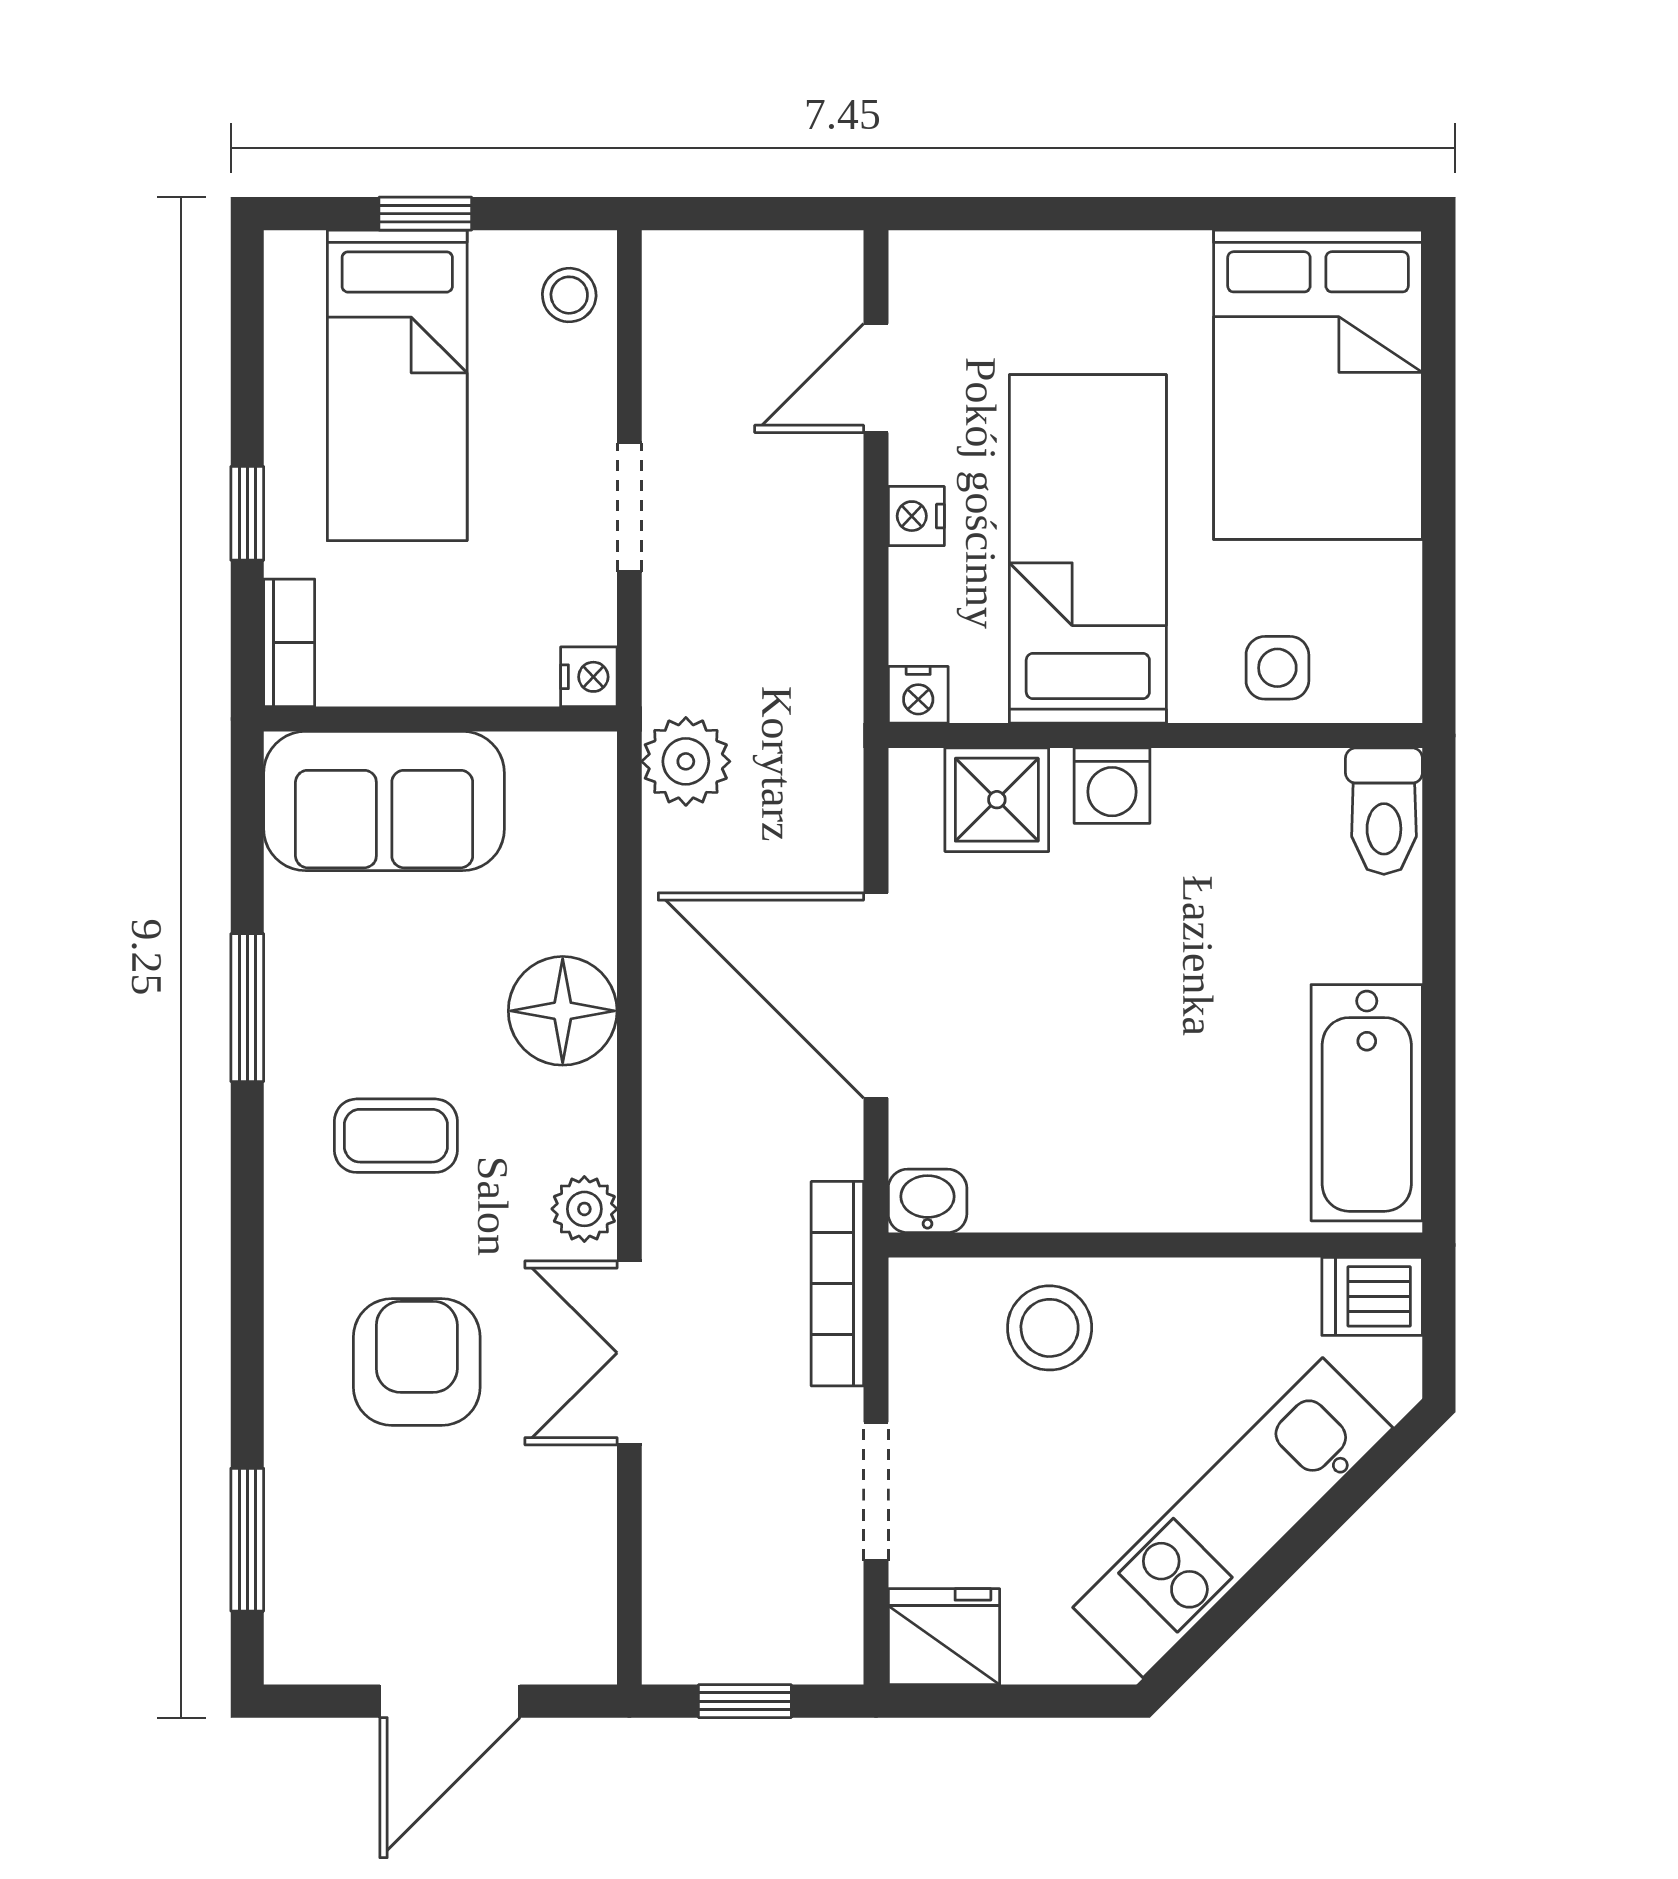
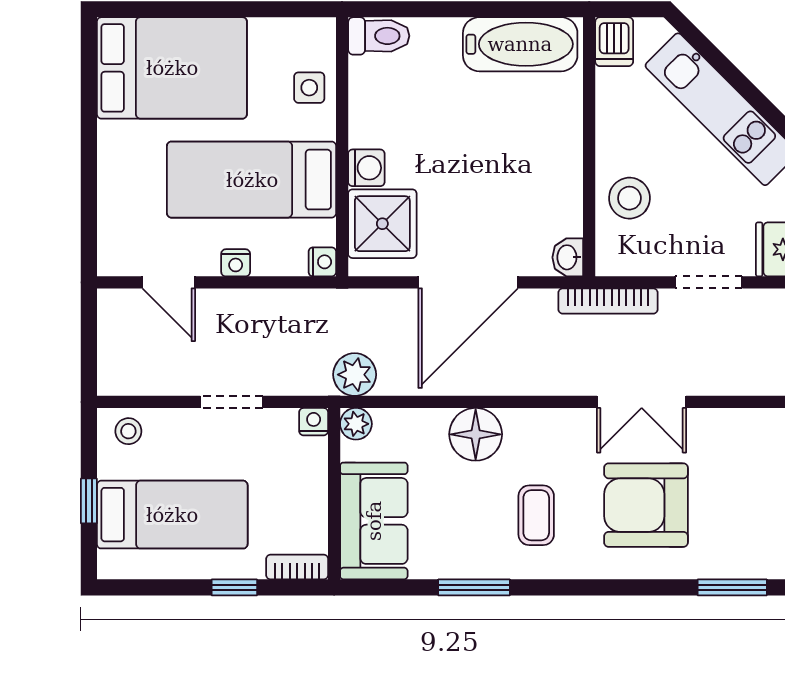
shower: (997, 800) -> (382, 224), width x1.36, depth x1.36
plant: (584, 1209) -> (356, 424), moved
armchair: (417, 1362) -> (646, 505), width x1.36, depth x1.36

